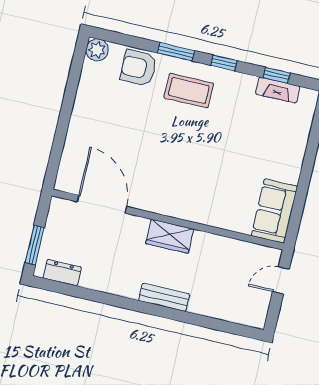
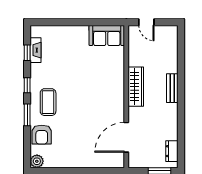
wardrobe: (170, 236) -> (136, 87), width x1.50

